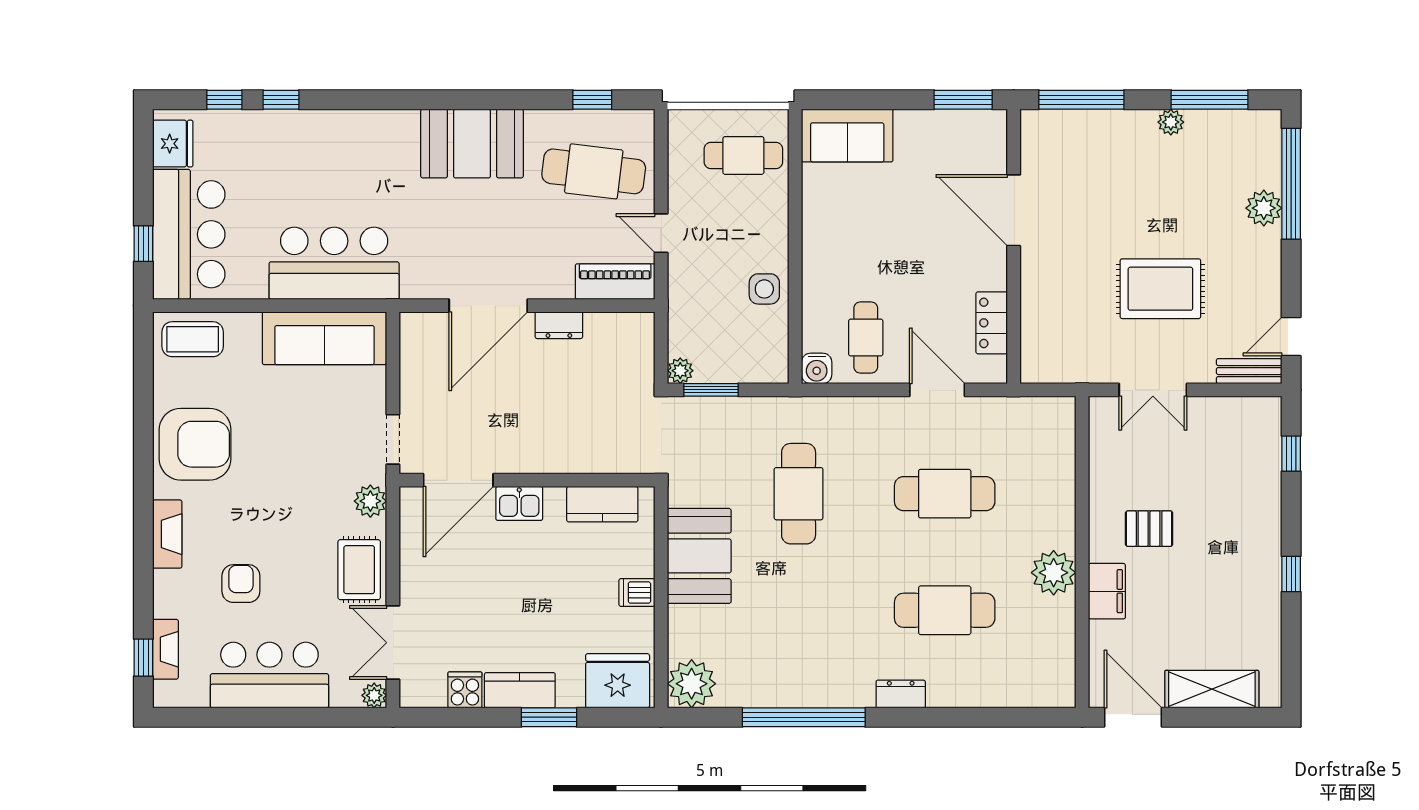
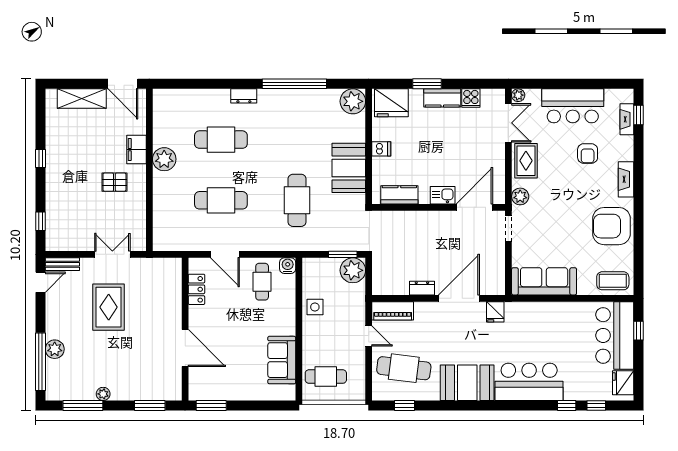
window: (1081, 100) -> (150, 406), width x0.69
sofa: (847, 136) -> (282, 360), moved, turned -90
bar counter: (334, 263) -> (529, 382), moved, turned 180
fridge: (418, 280) -> (495, 312), added
rug: (1160, 289) -> (109, 307), turned 90
plant: (680, 371) -> (353, 270), width x1.87, depth x1.87

